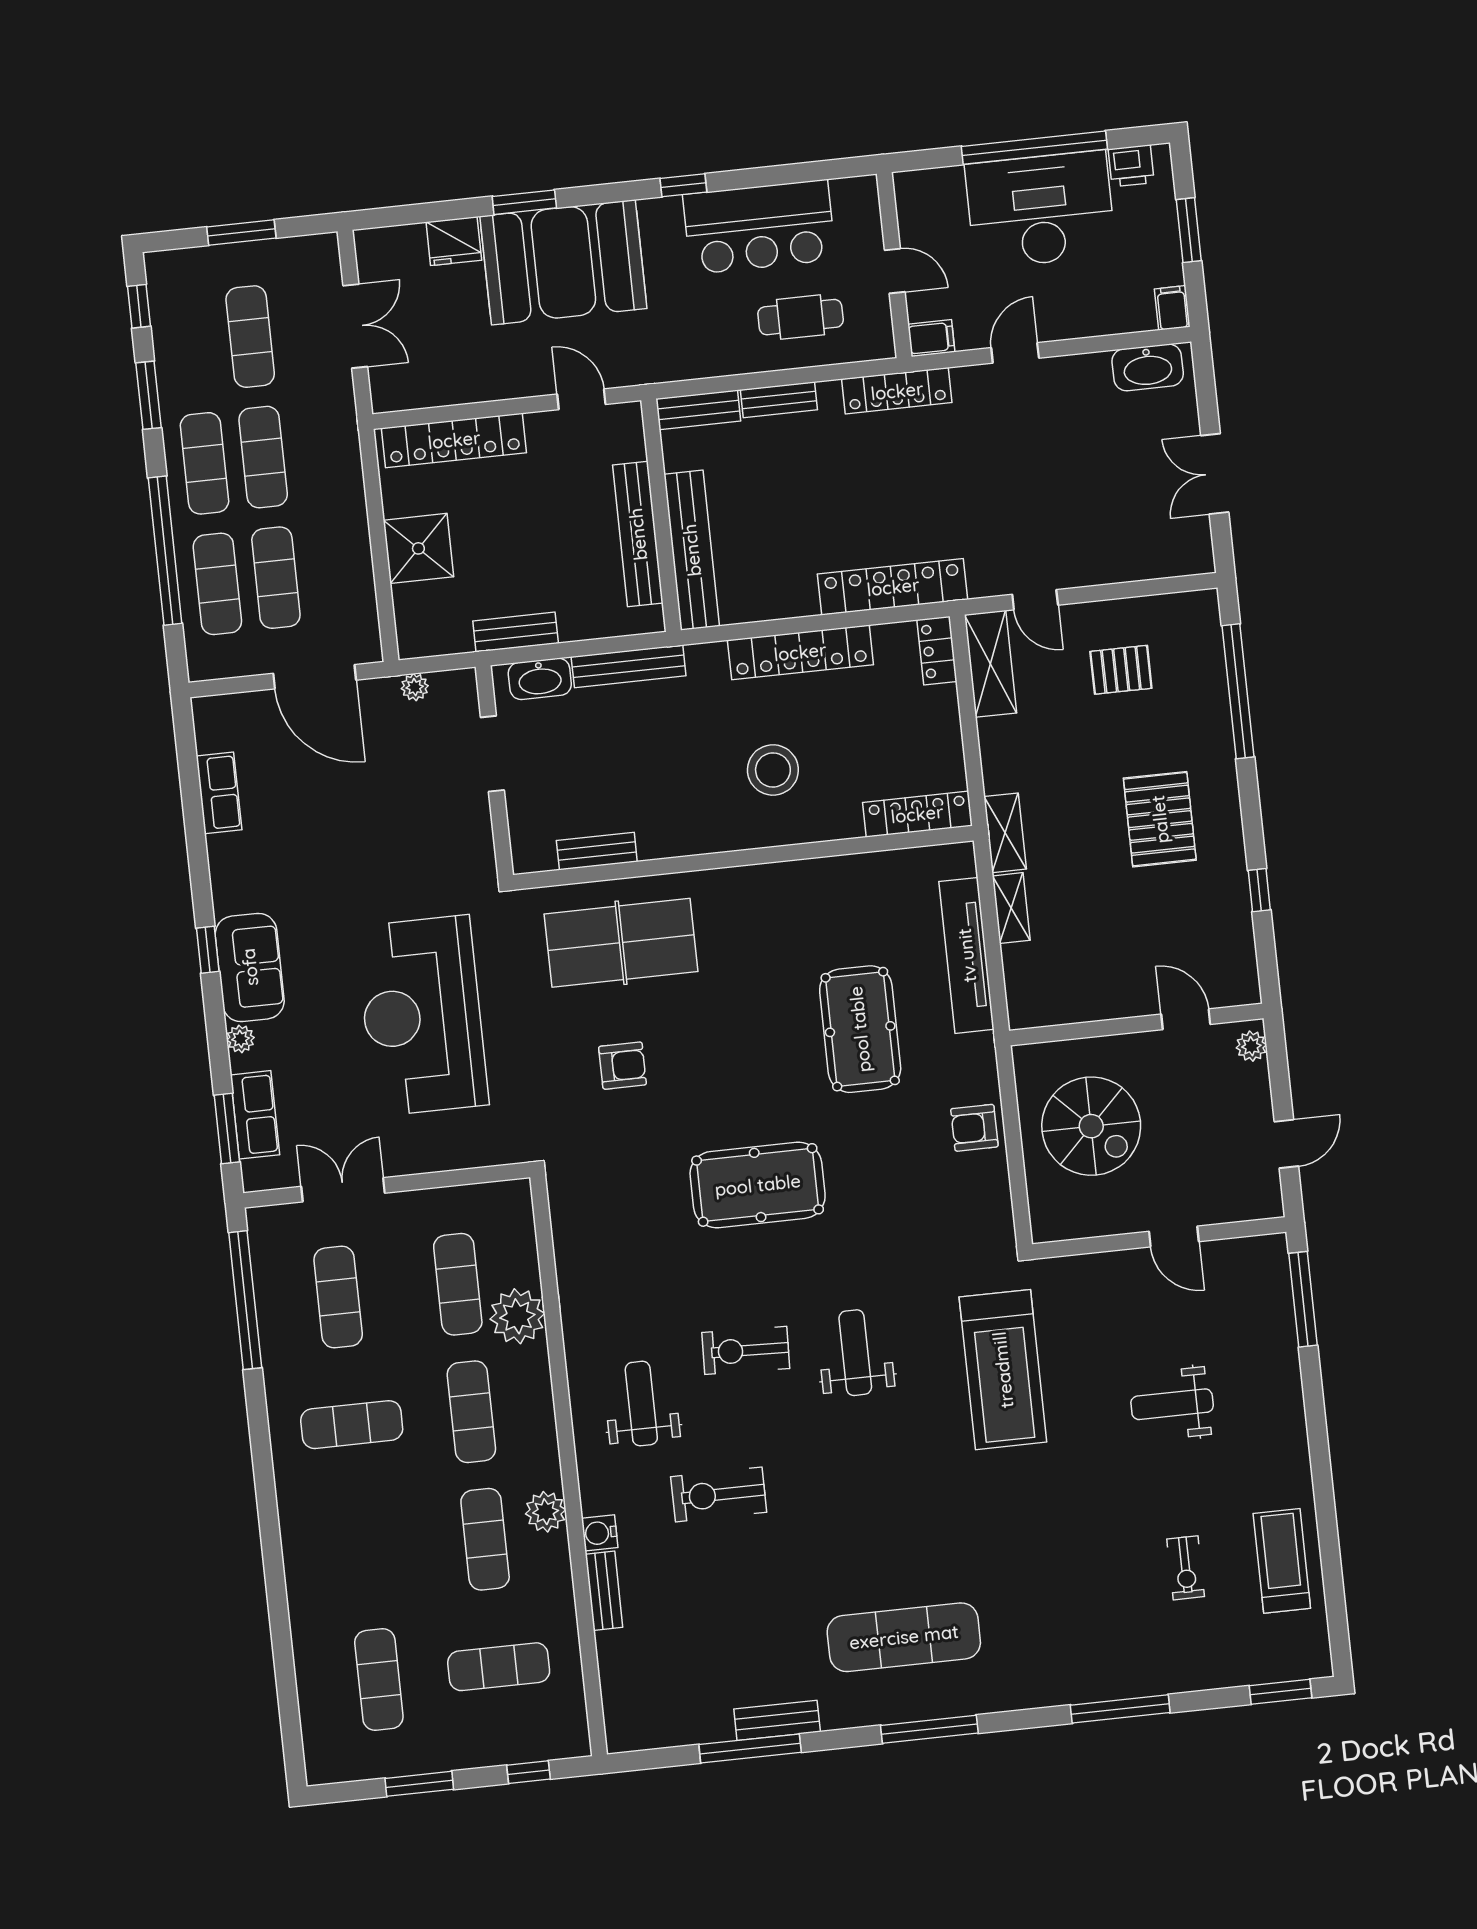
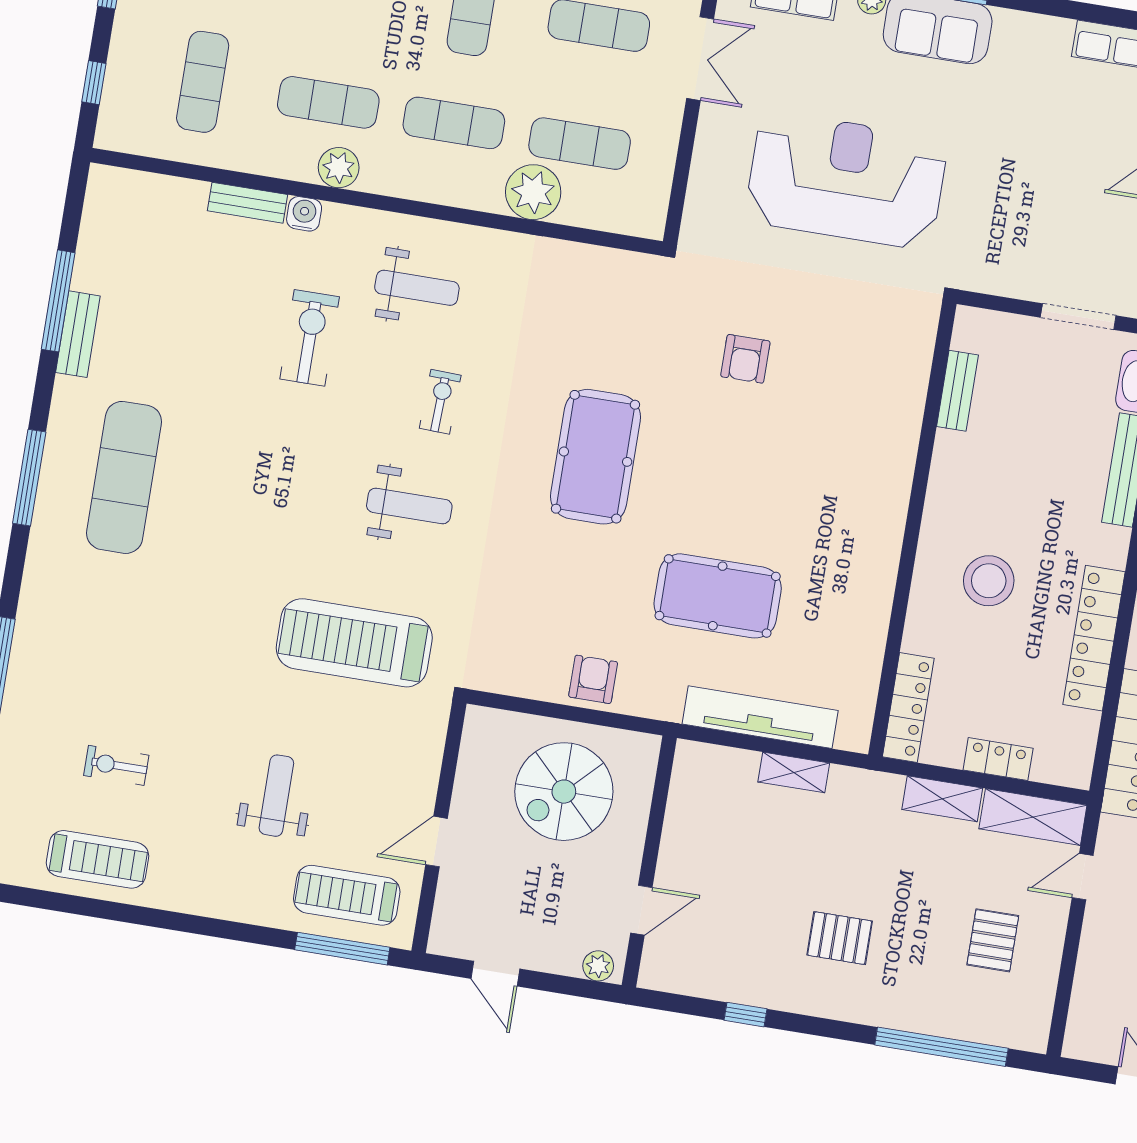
locker: (937, 651) -> (998, 759), moved
pallet: (1160, 819) -> (840, 938), width x0.67, depth x0.71
shelving: (1005, 833) -> (942, 799), moved
table tennis table: (621, 943) -> (863, 390), removed
treadmill: (1250, 1309) -> (347, 895), added
exercise bike: (746, 1350) -> (440, 402), width x0.73, depth x0.72

